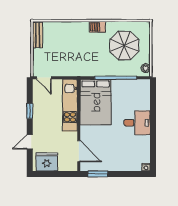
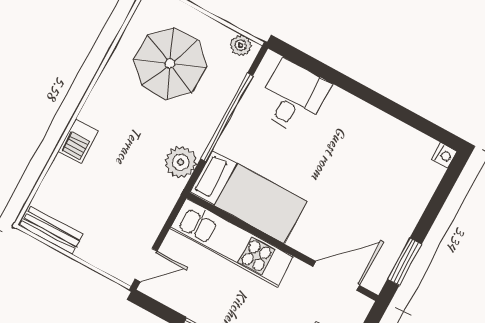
barbecue: (97, 27) -> (78, 141), moved
plant: (90, 70) -> (181, 162), added
bed: (96, 102) -> (248, 197), width x0.67
desk: (137, 123) -> (293, 97), moved

